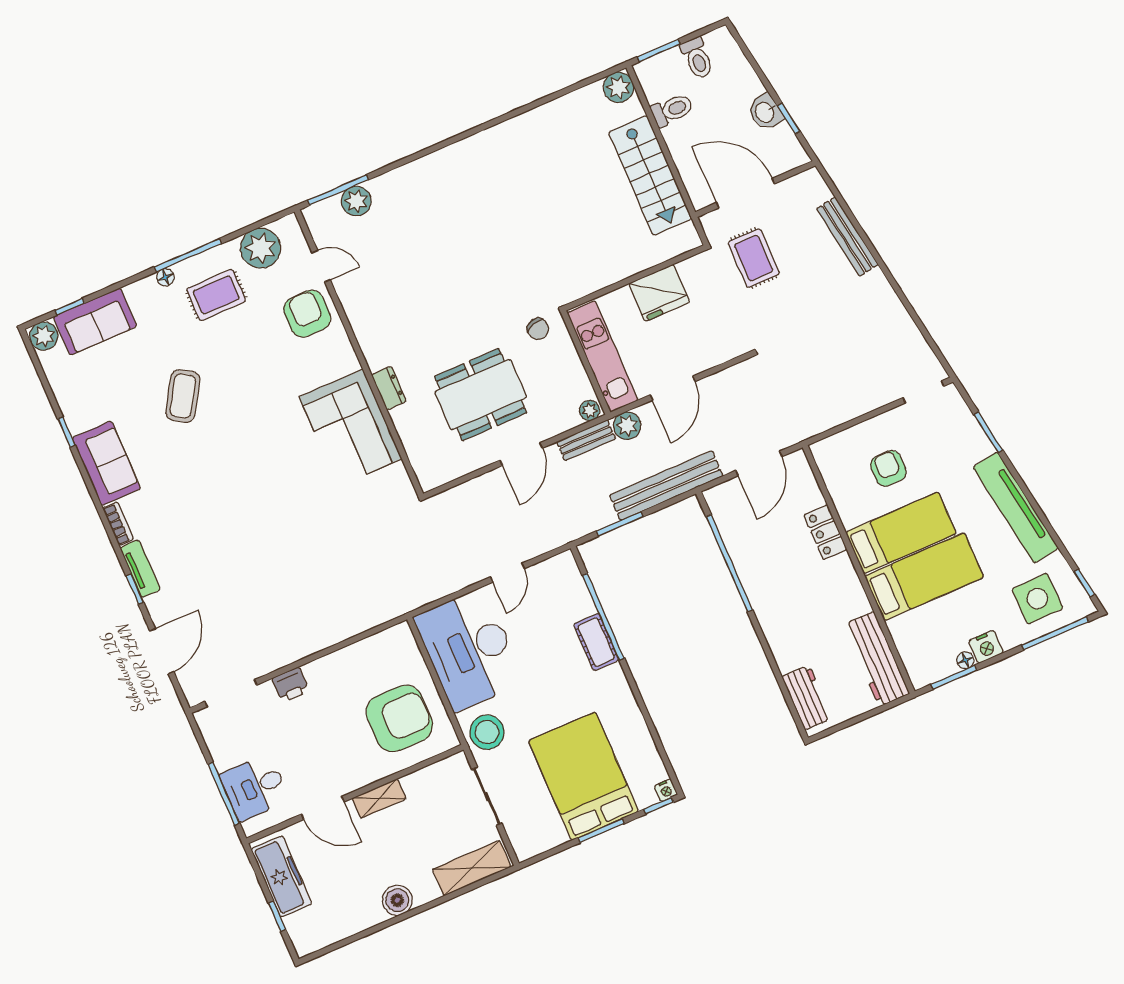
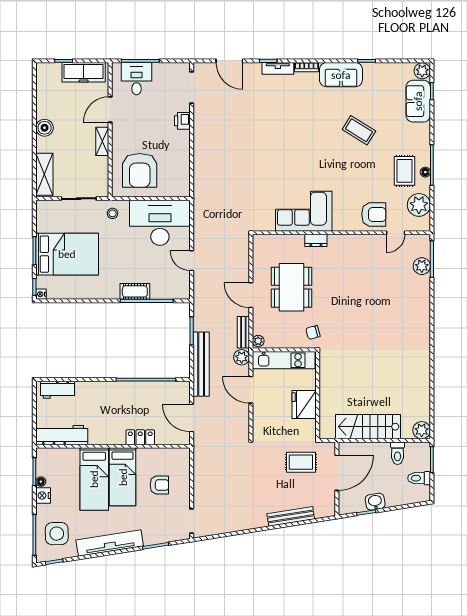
floor lamp: (166, 277) -> (425, 172), moved
stool: (487, 732) -> (112, 213), width x0.53, depth x0.53

